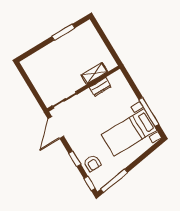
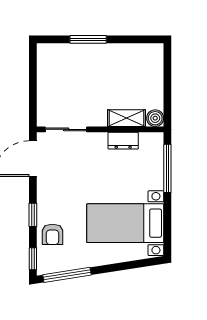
window: (63, 32) -> (88, 39), moved
boiler: (110, 64) -> (155, 118), added
window: (149, 112) -> (167, 168), moved

